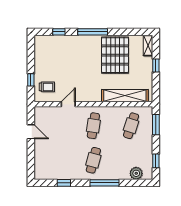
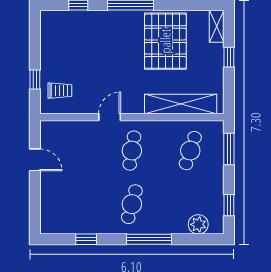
door: (68, 104) -> (110, 117), moved

